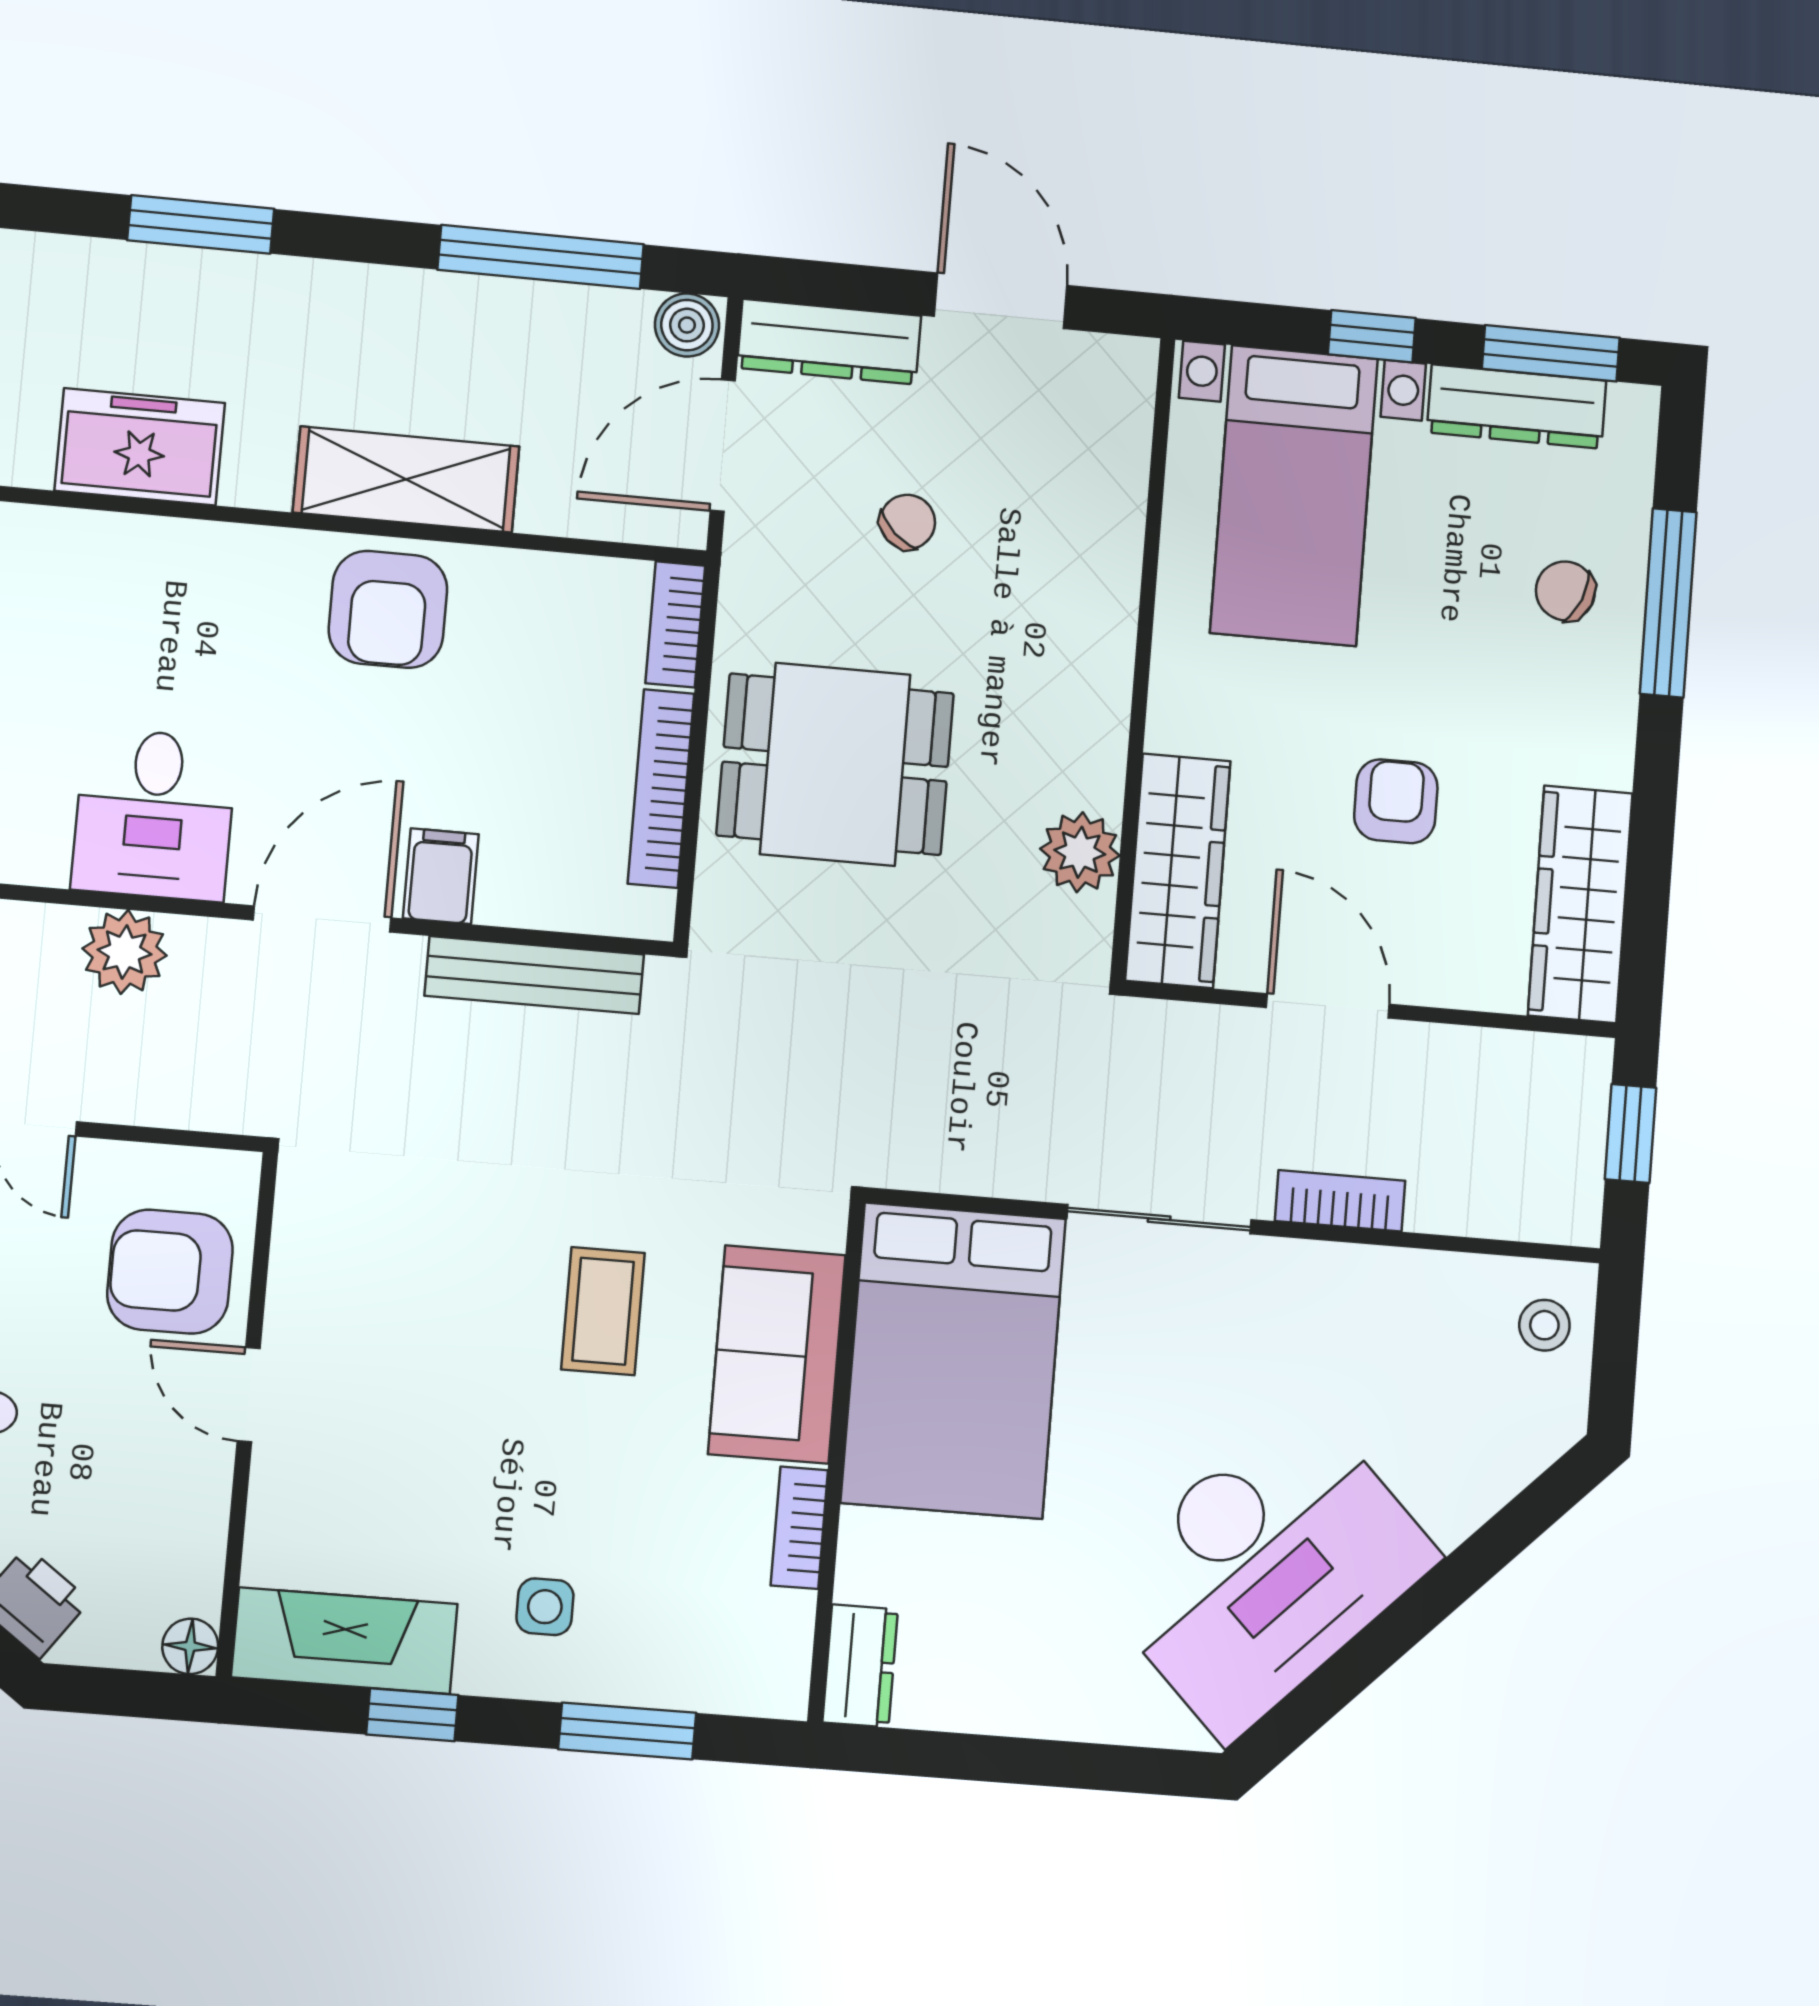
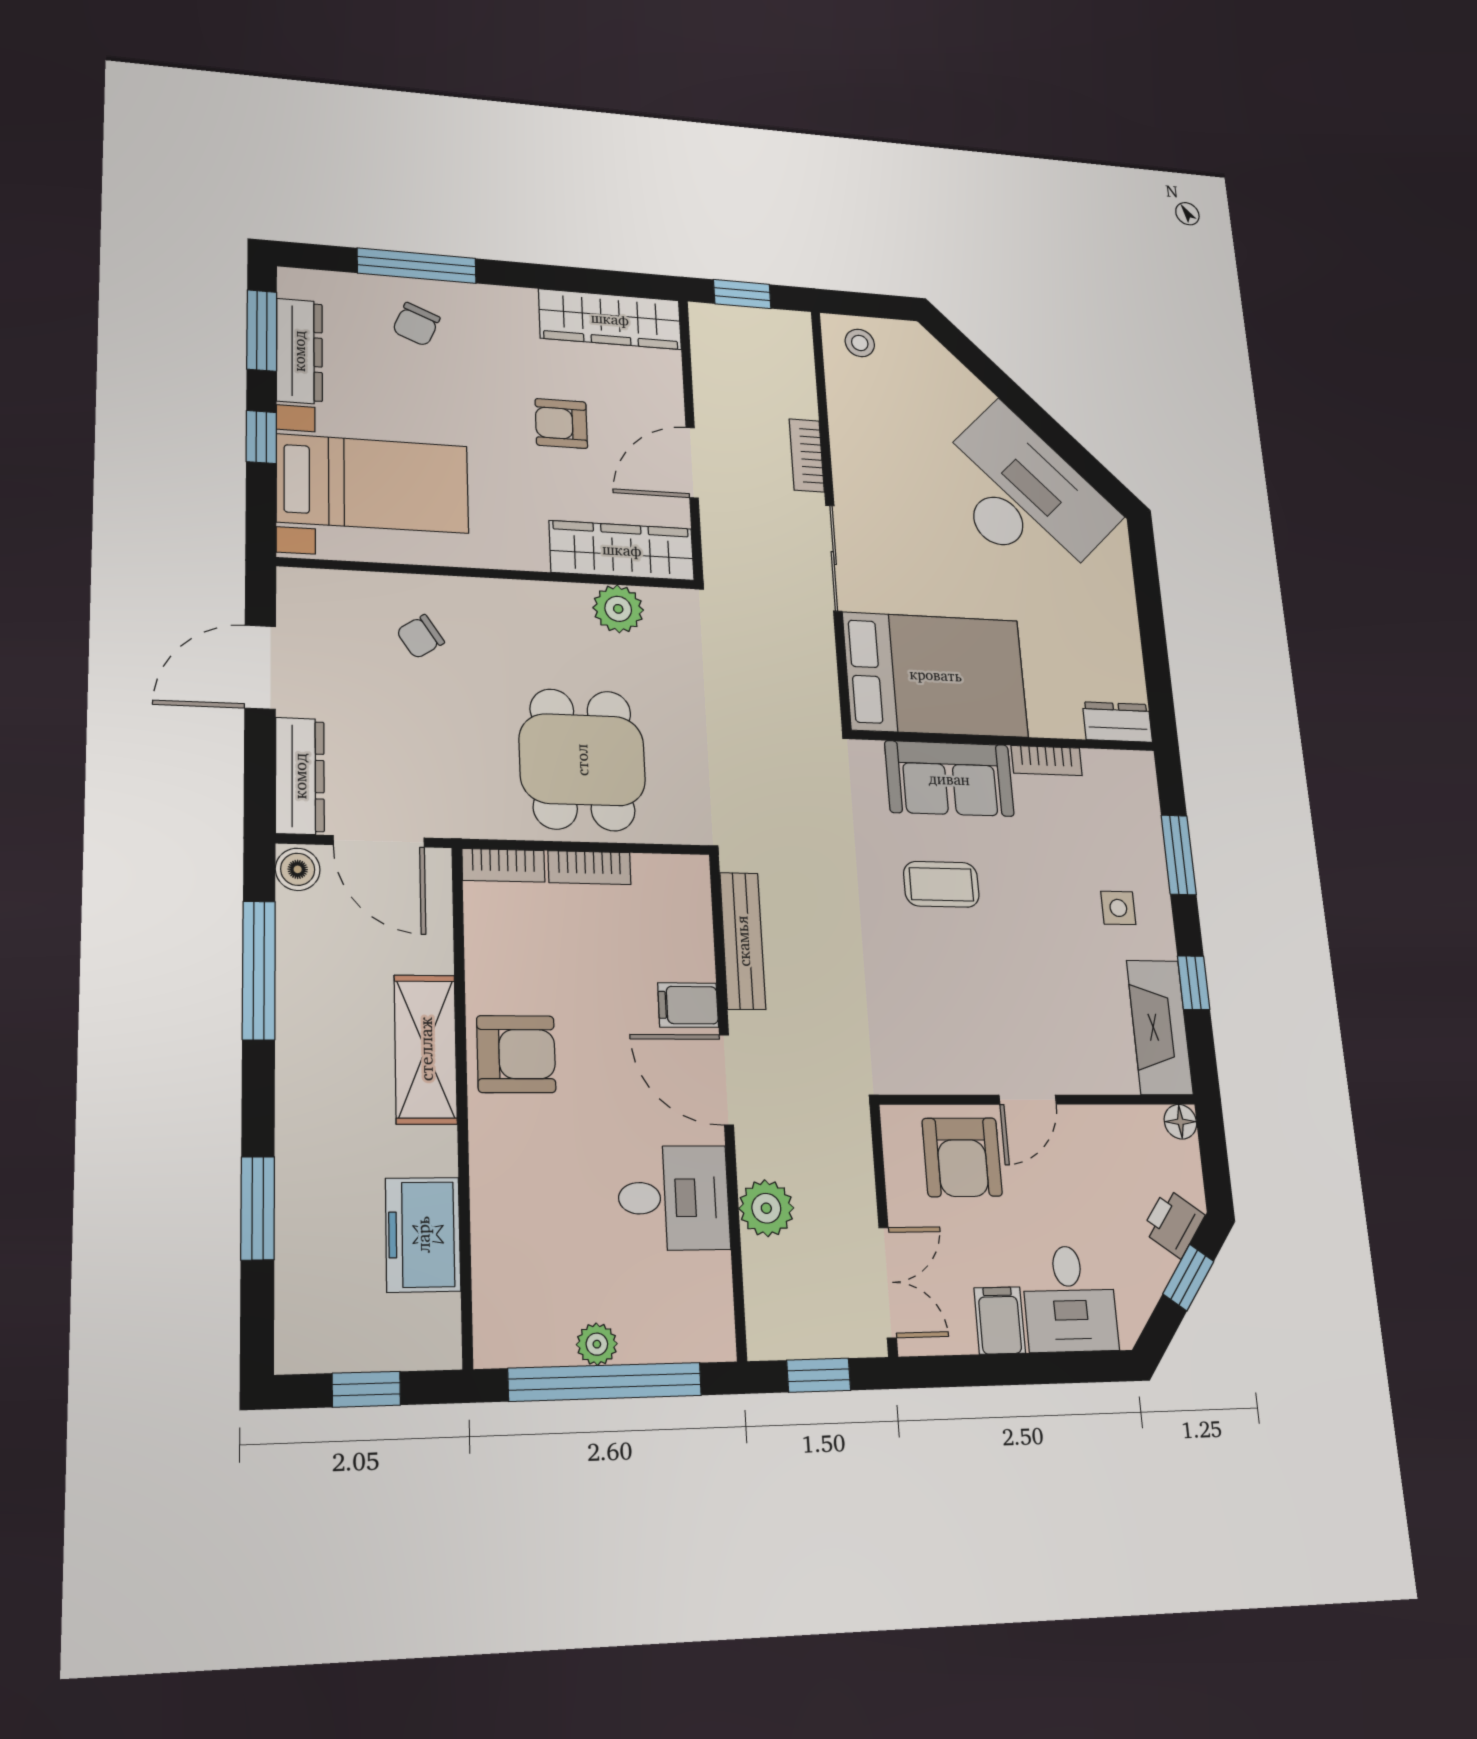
chair: (908, 522) -> (420, 637), moved, turned -76
bookcase: (661, 789) -> (590, 868), width x0.64

